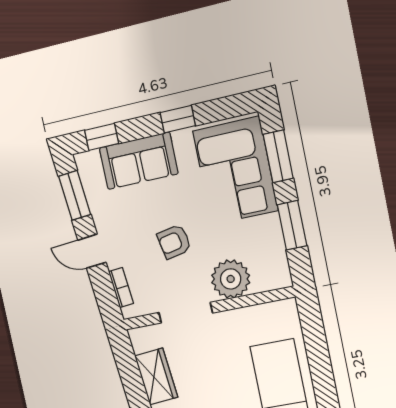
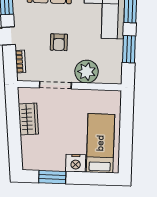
armchair: (174, 242) -> (59, 42), turned -79

